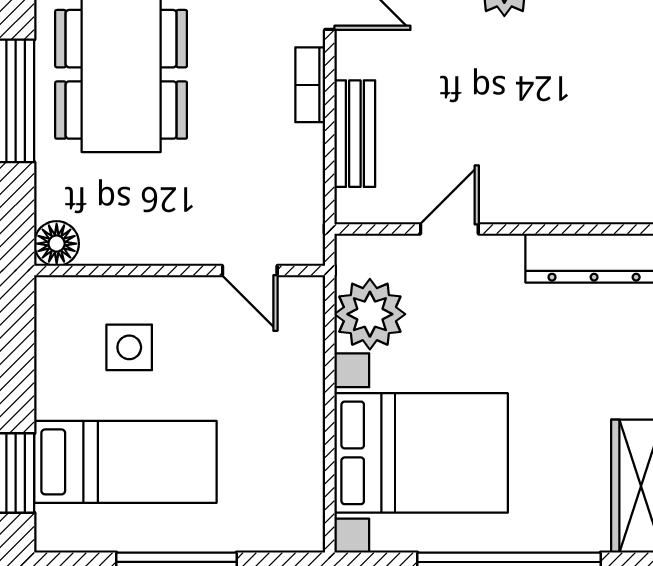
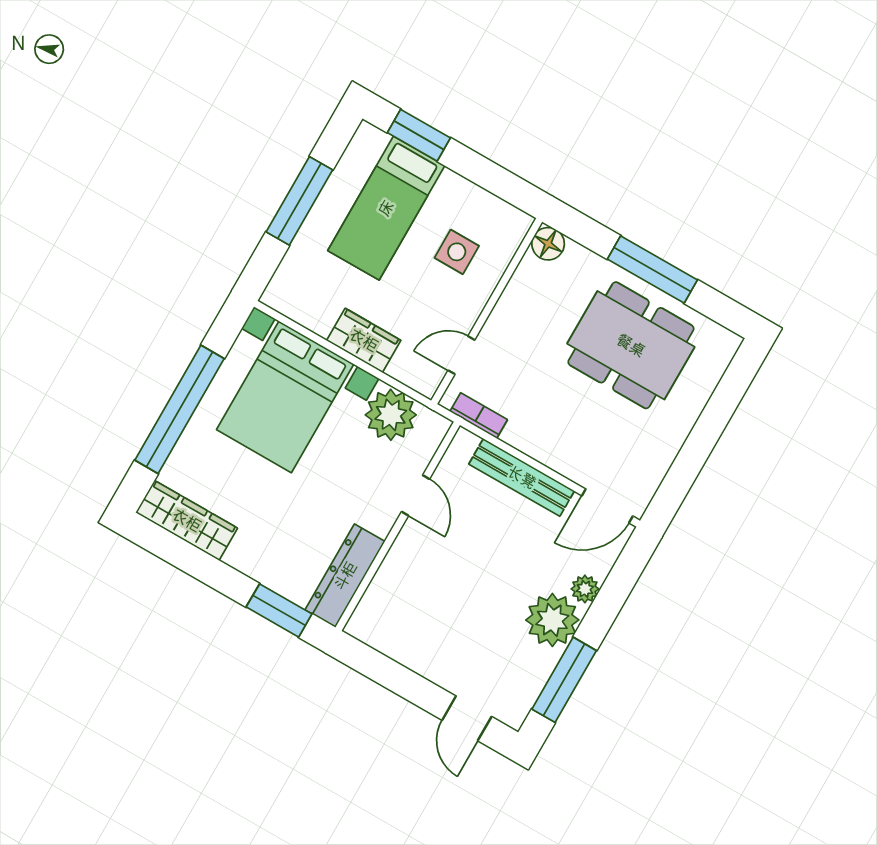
bookcase: (310, 85) -> (479, 416), moved
bench: (355, 134) -> (522, 477), width x1.36
wardrobe: (299, 398) -> (364, 340), added

